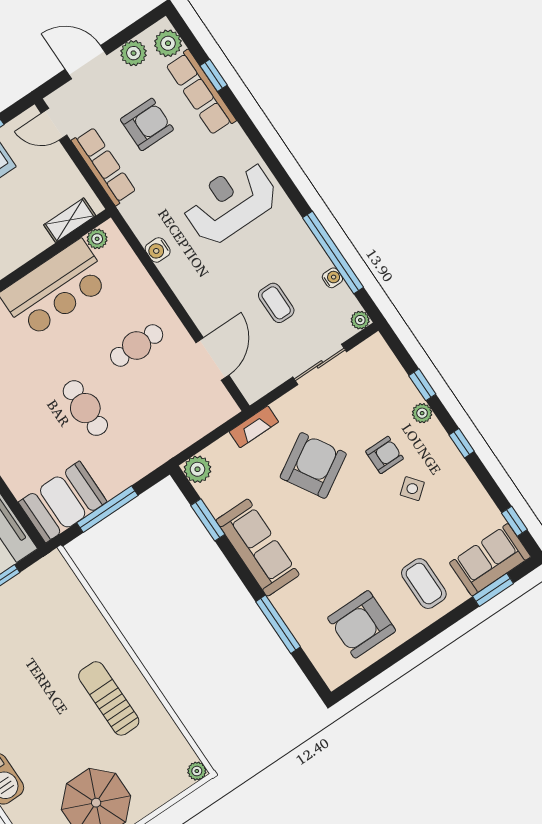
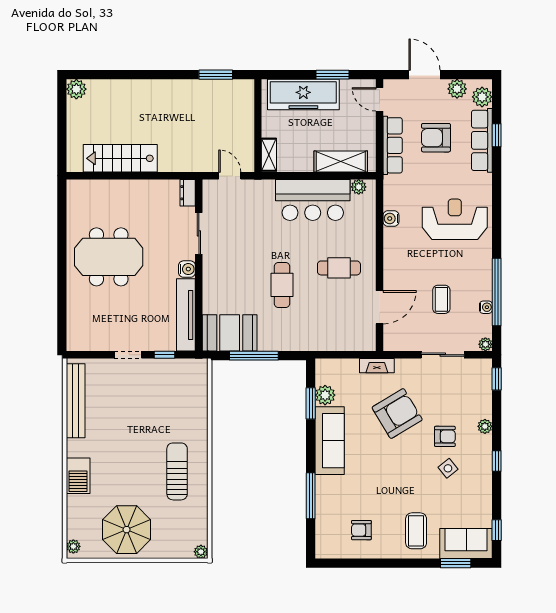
armchair: (147, 124) -> (436, 138), turned 180
shelving: (70, 220) -> (341, 162), width x1.50, depth x1.33
window: (422, 385) -> (497, 379), moved
plant: (197, 469) -> (325, 395), moved
armchair: (362, 624) -> (361, 530), width x0.53, depth x0.53

